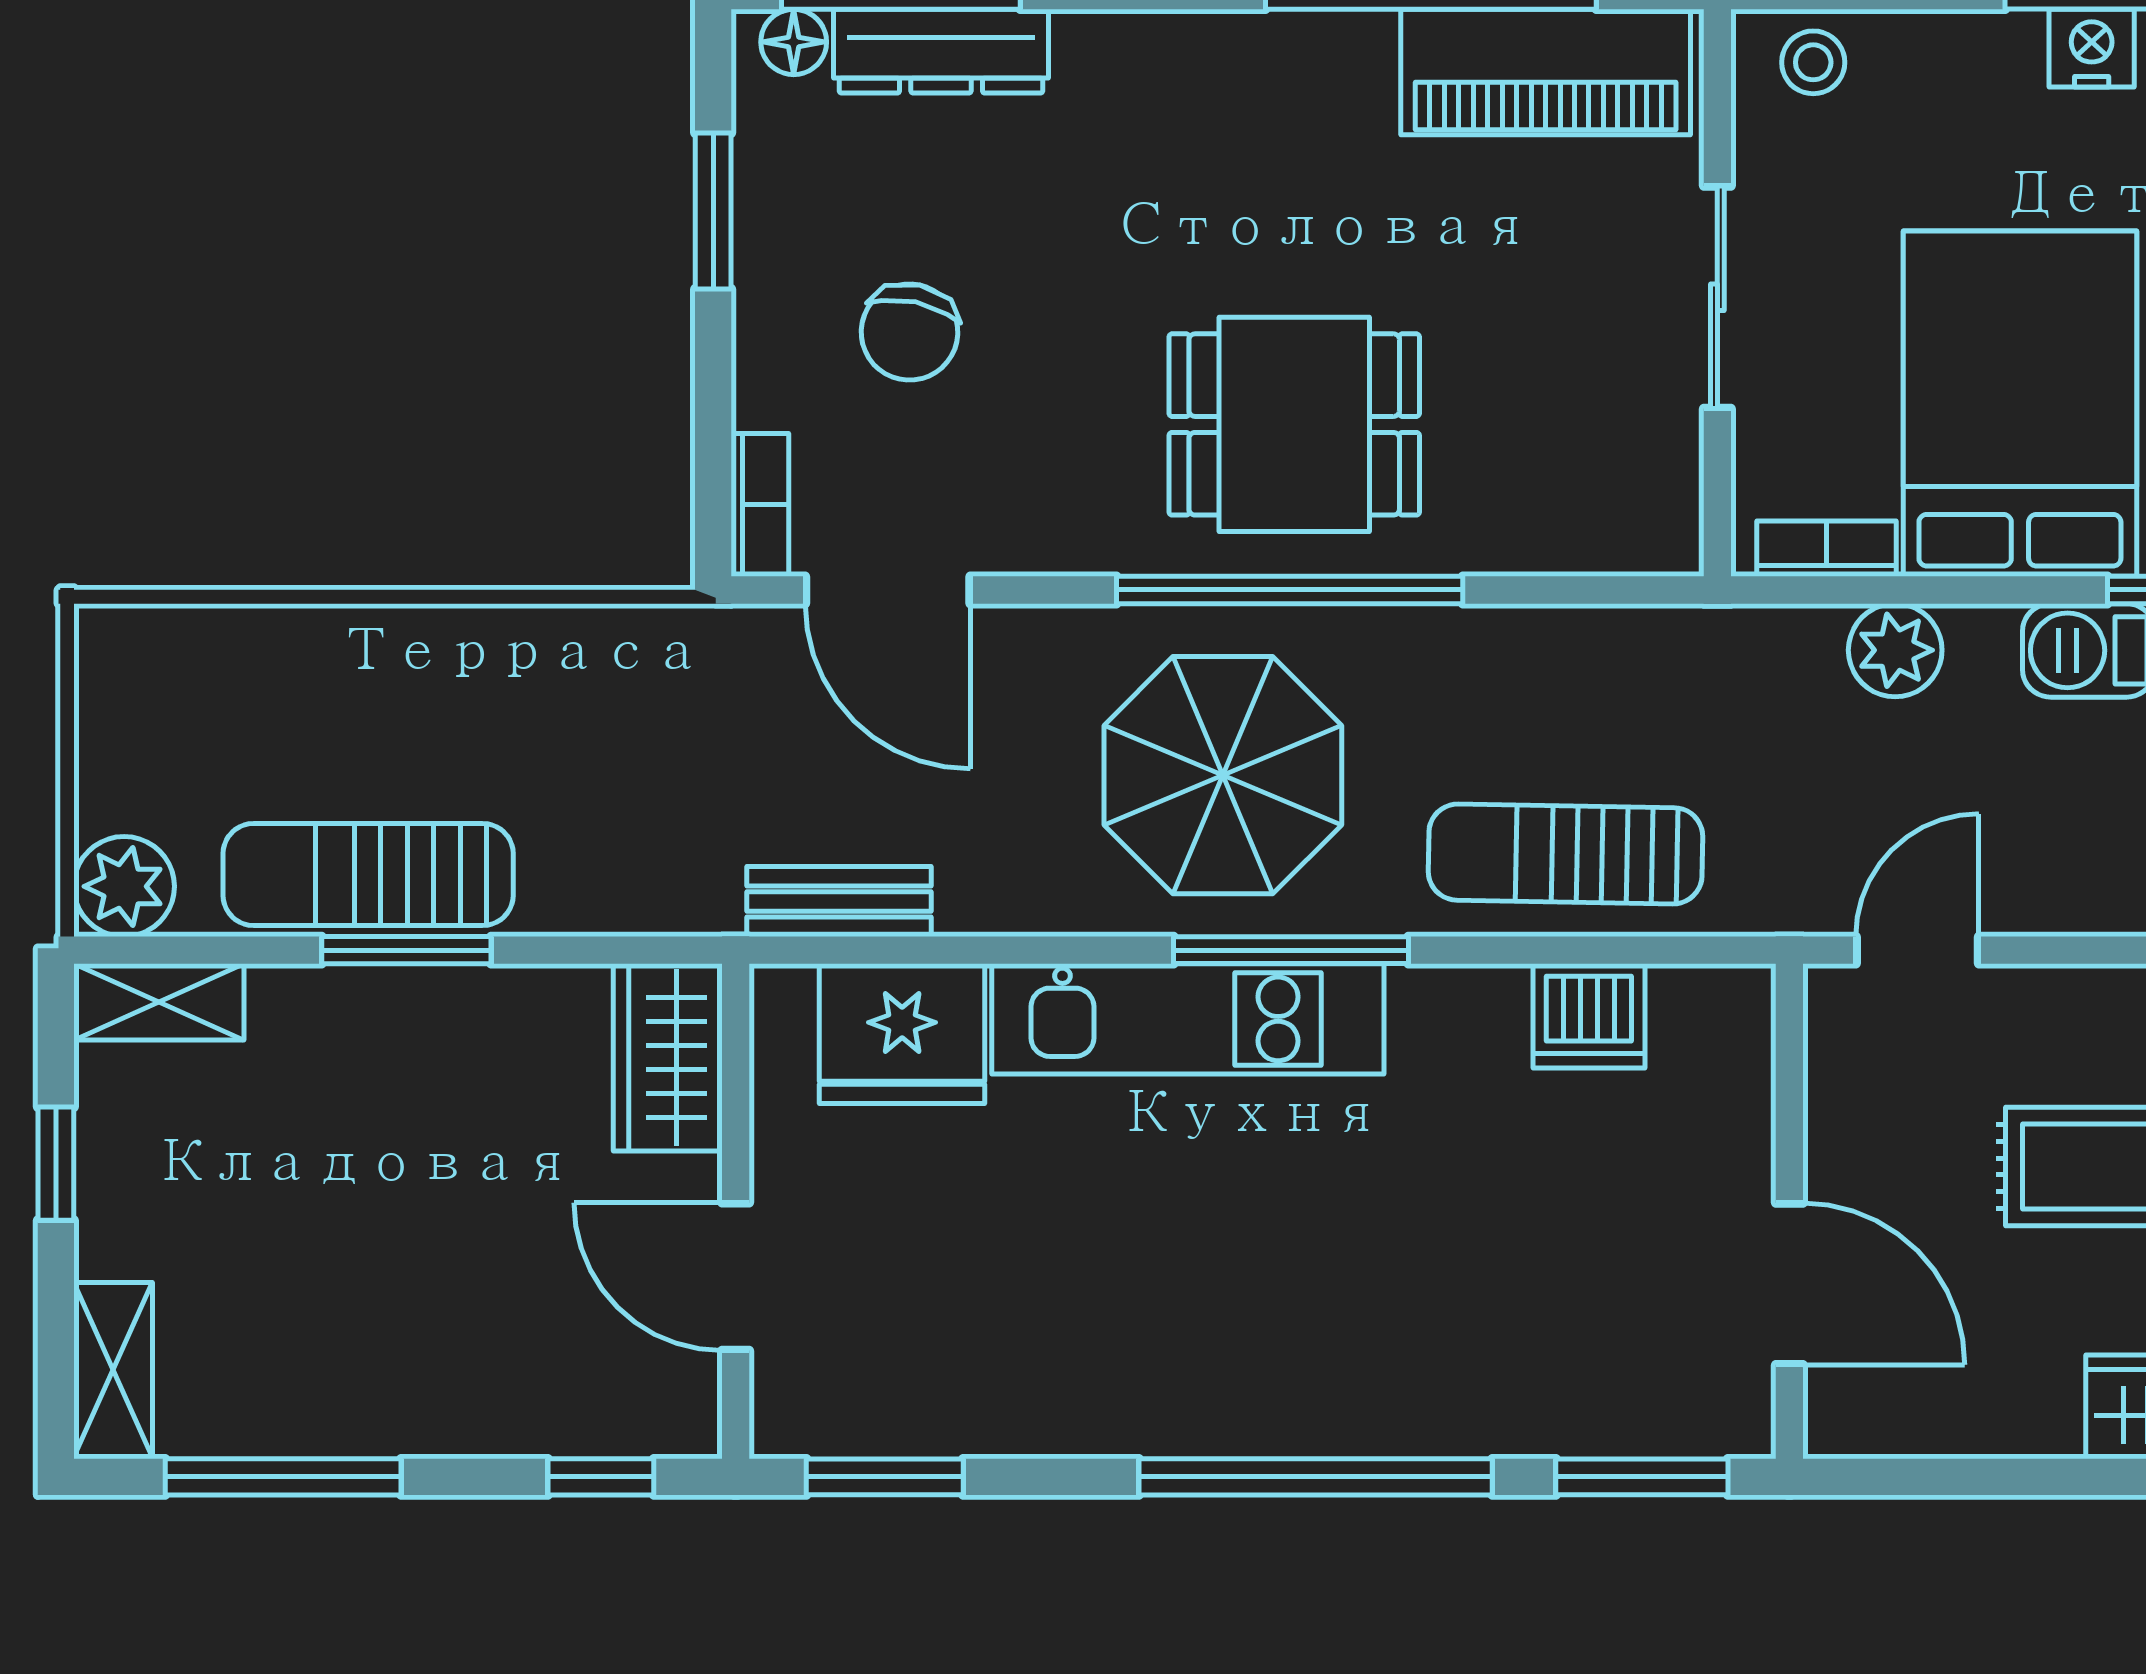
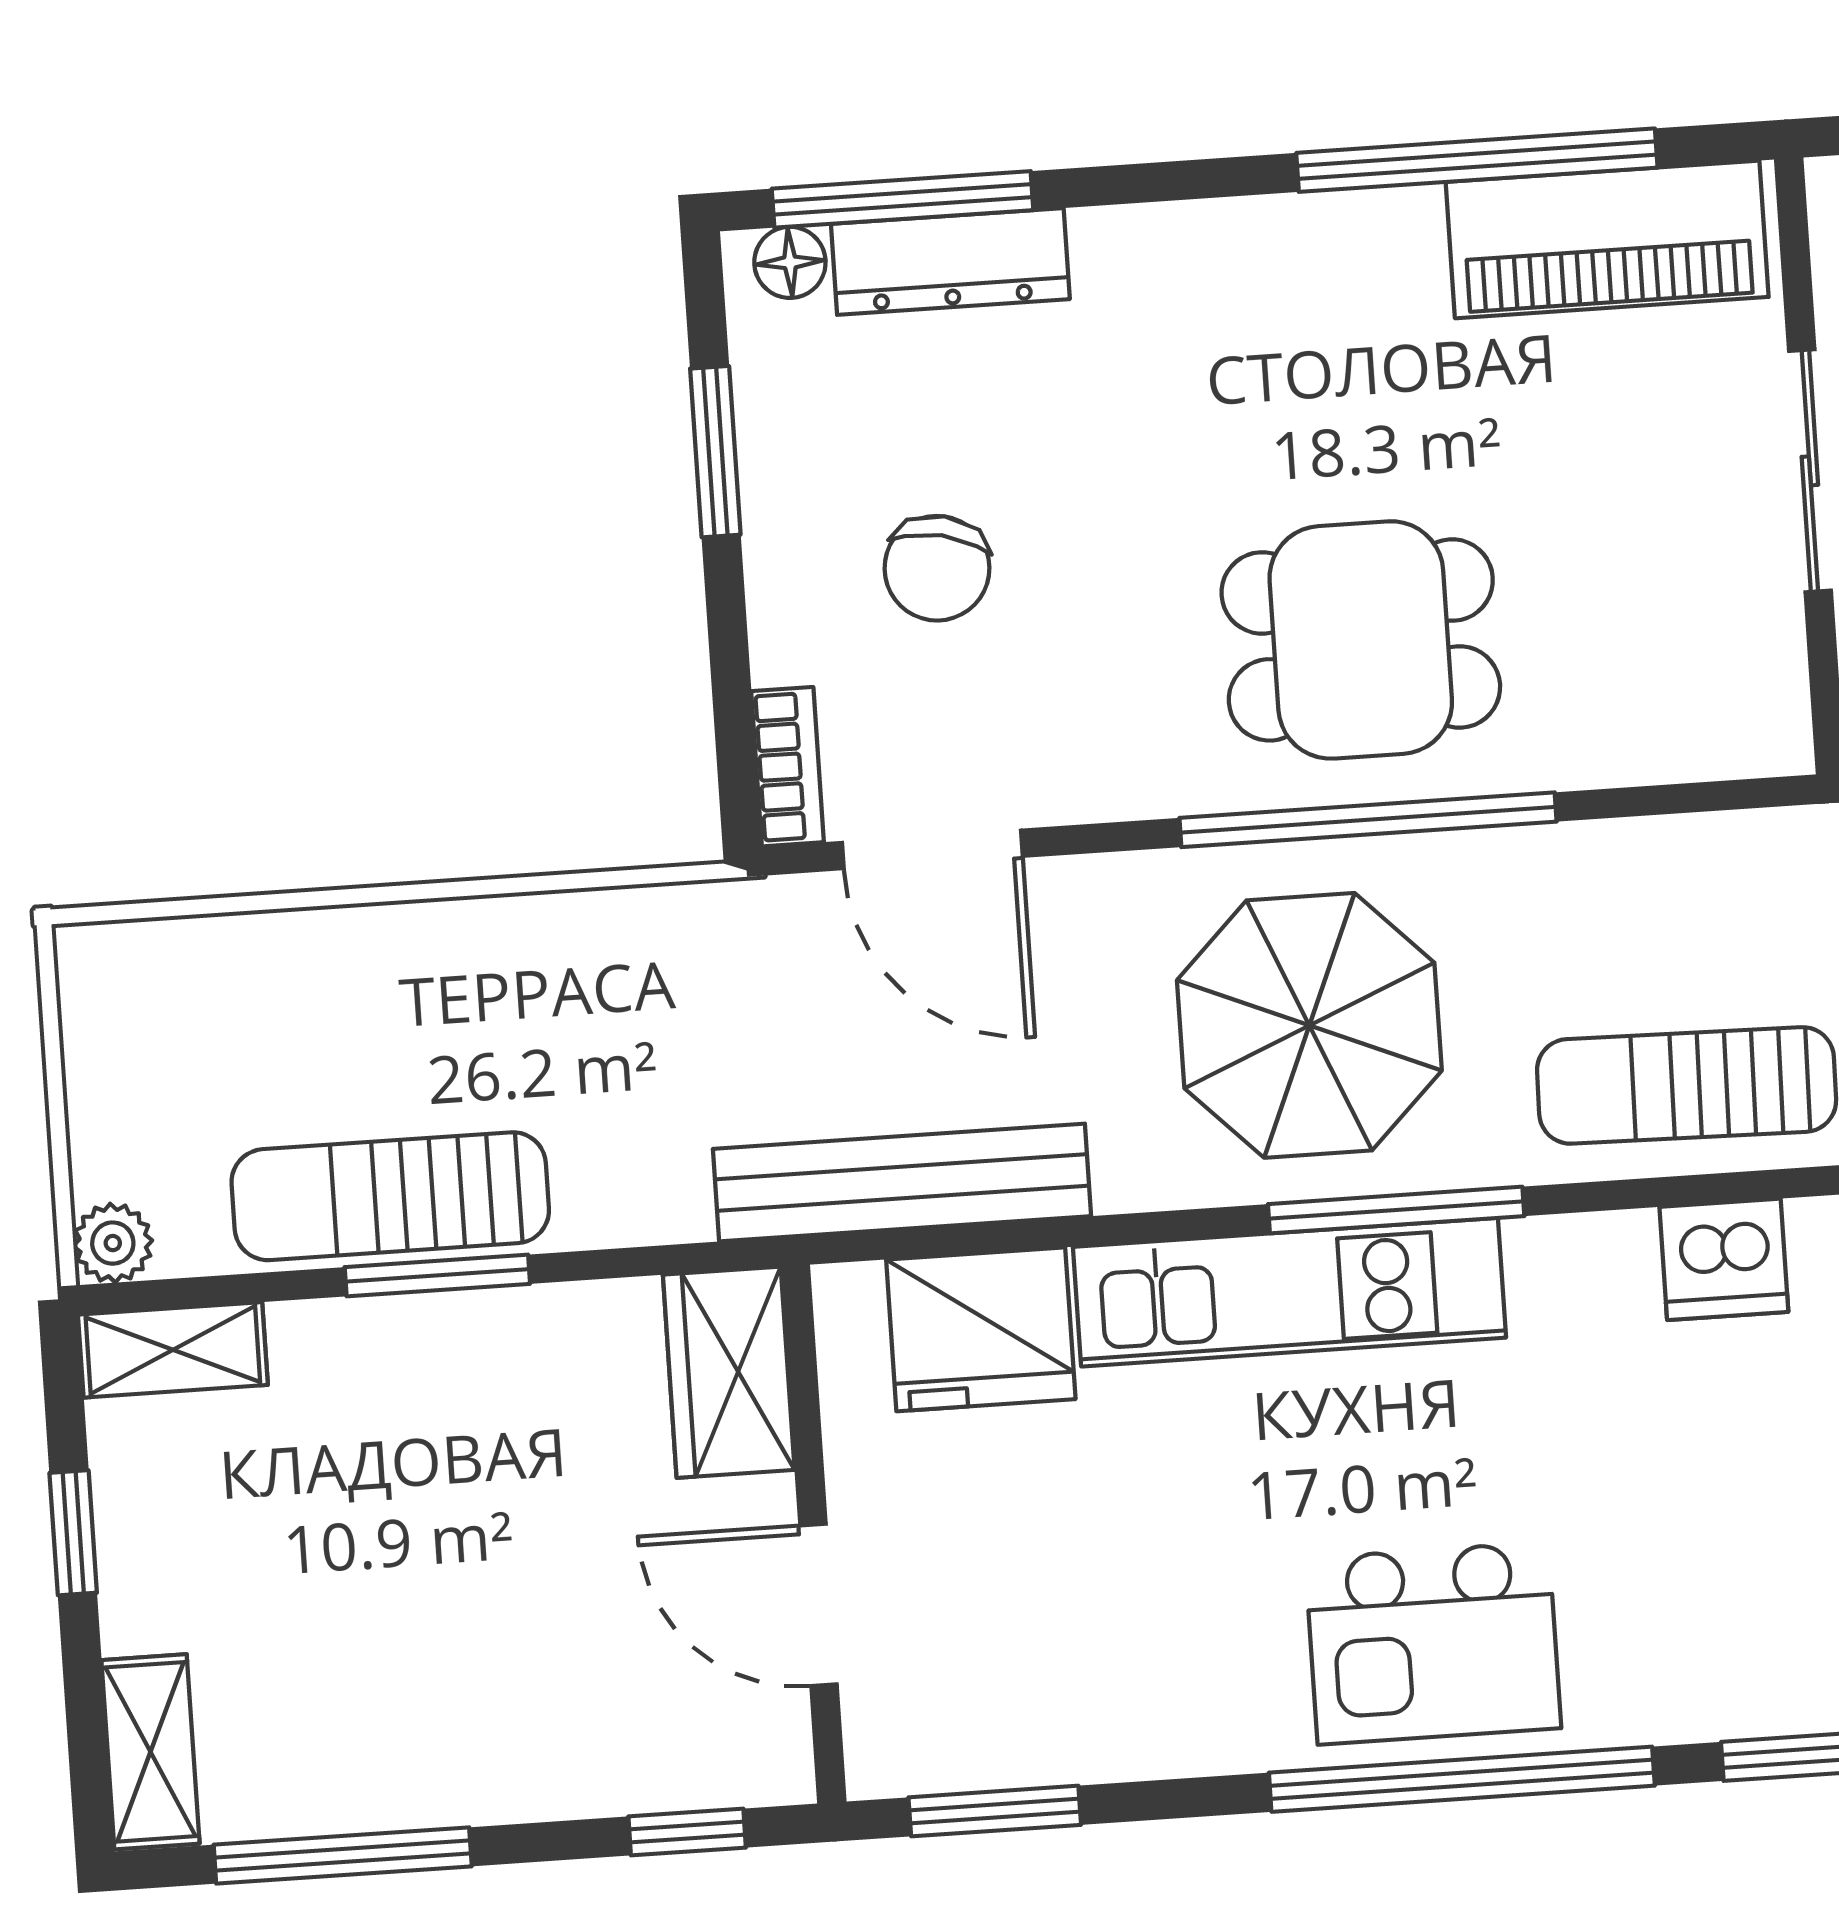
plant: (124, 886) -> (113, 1243), width x0.73, depth x0.73
bench: (839, 902) -> (902, 1183), width x1.86, depth x1.21
kitchen island: (1298, 1350) -> (1433, 1643), added

